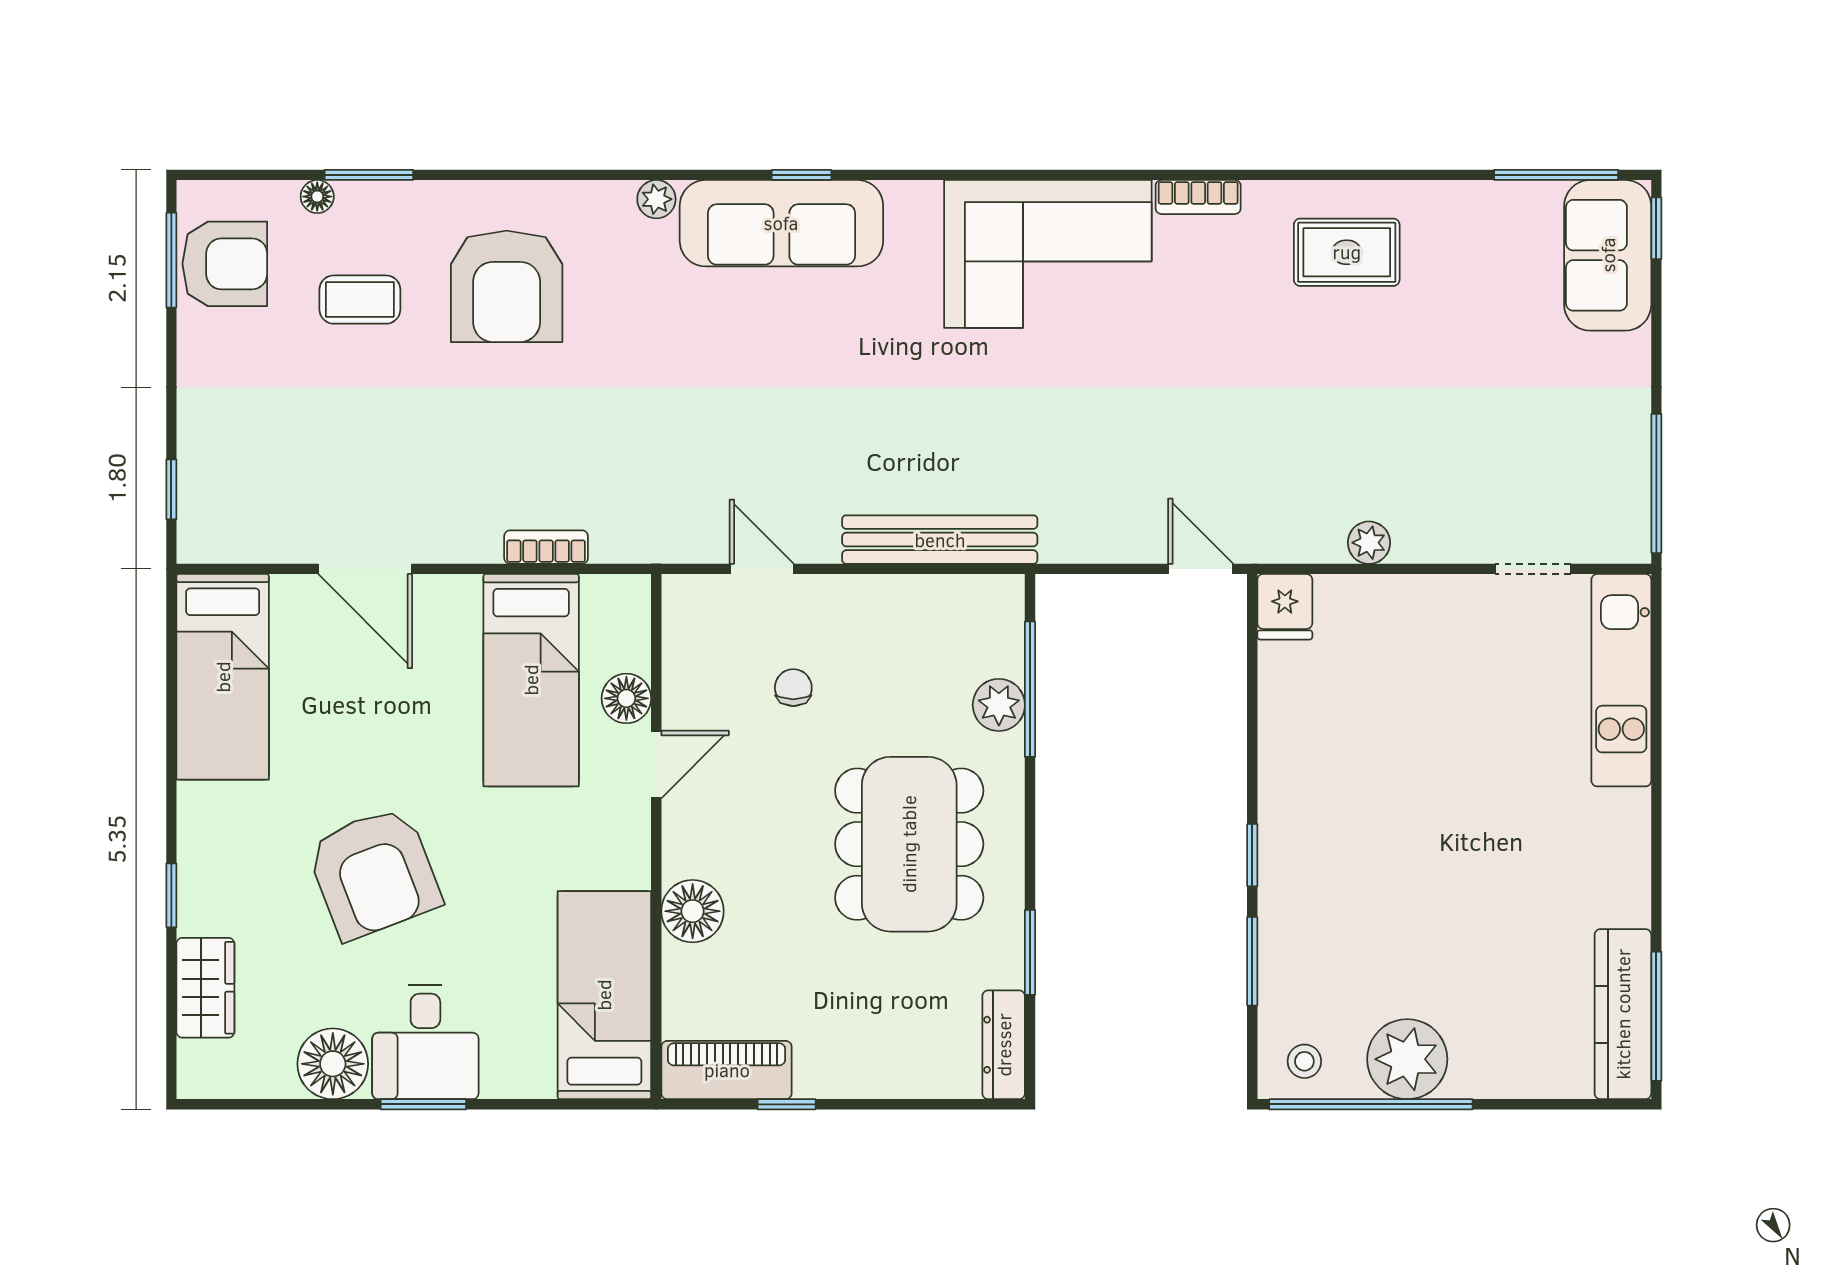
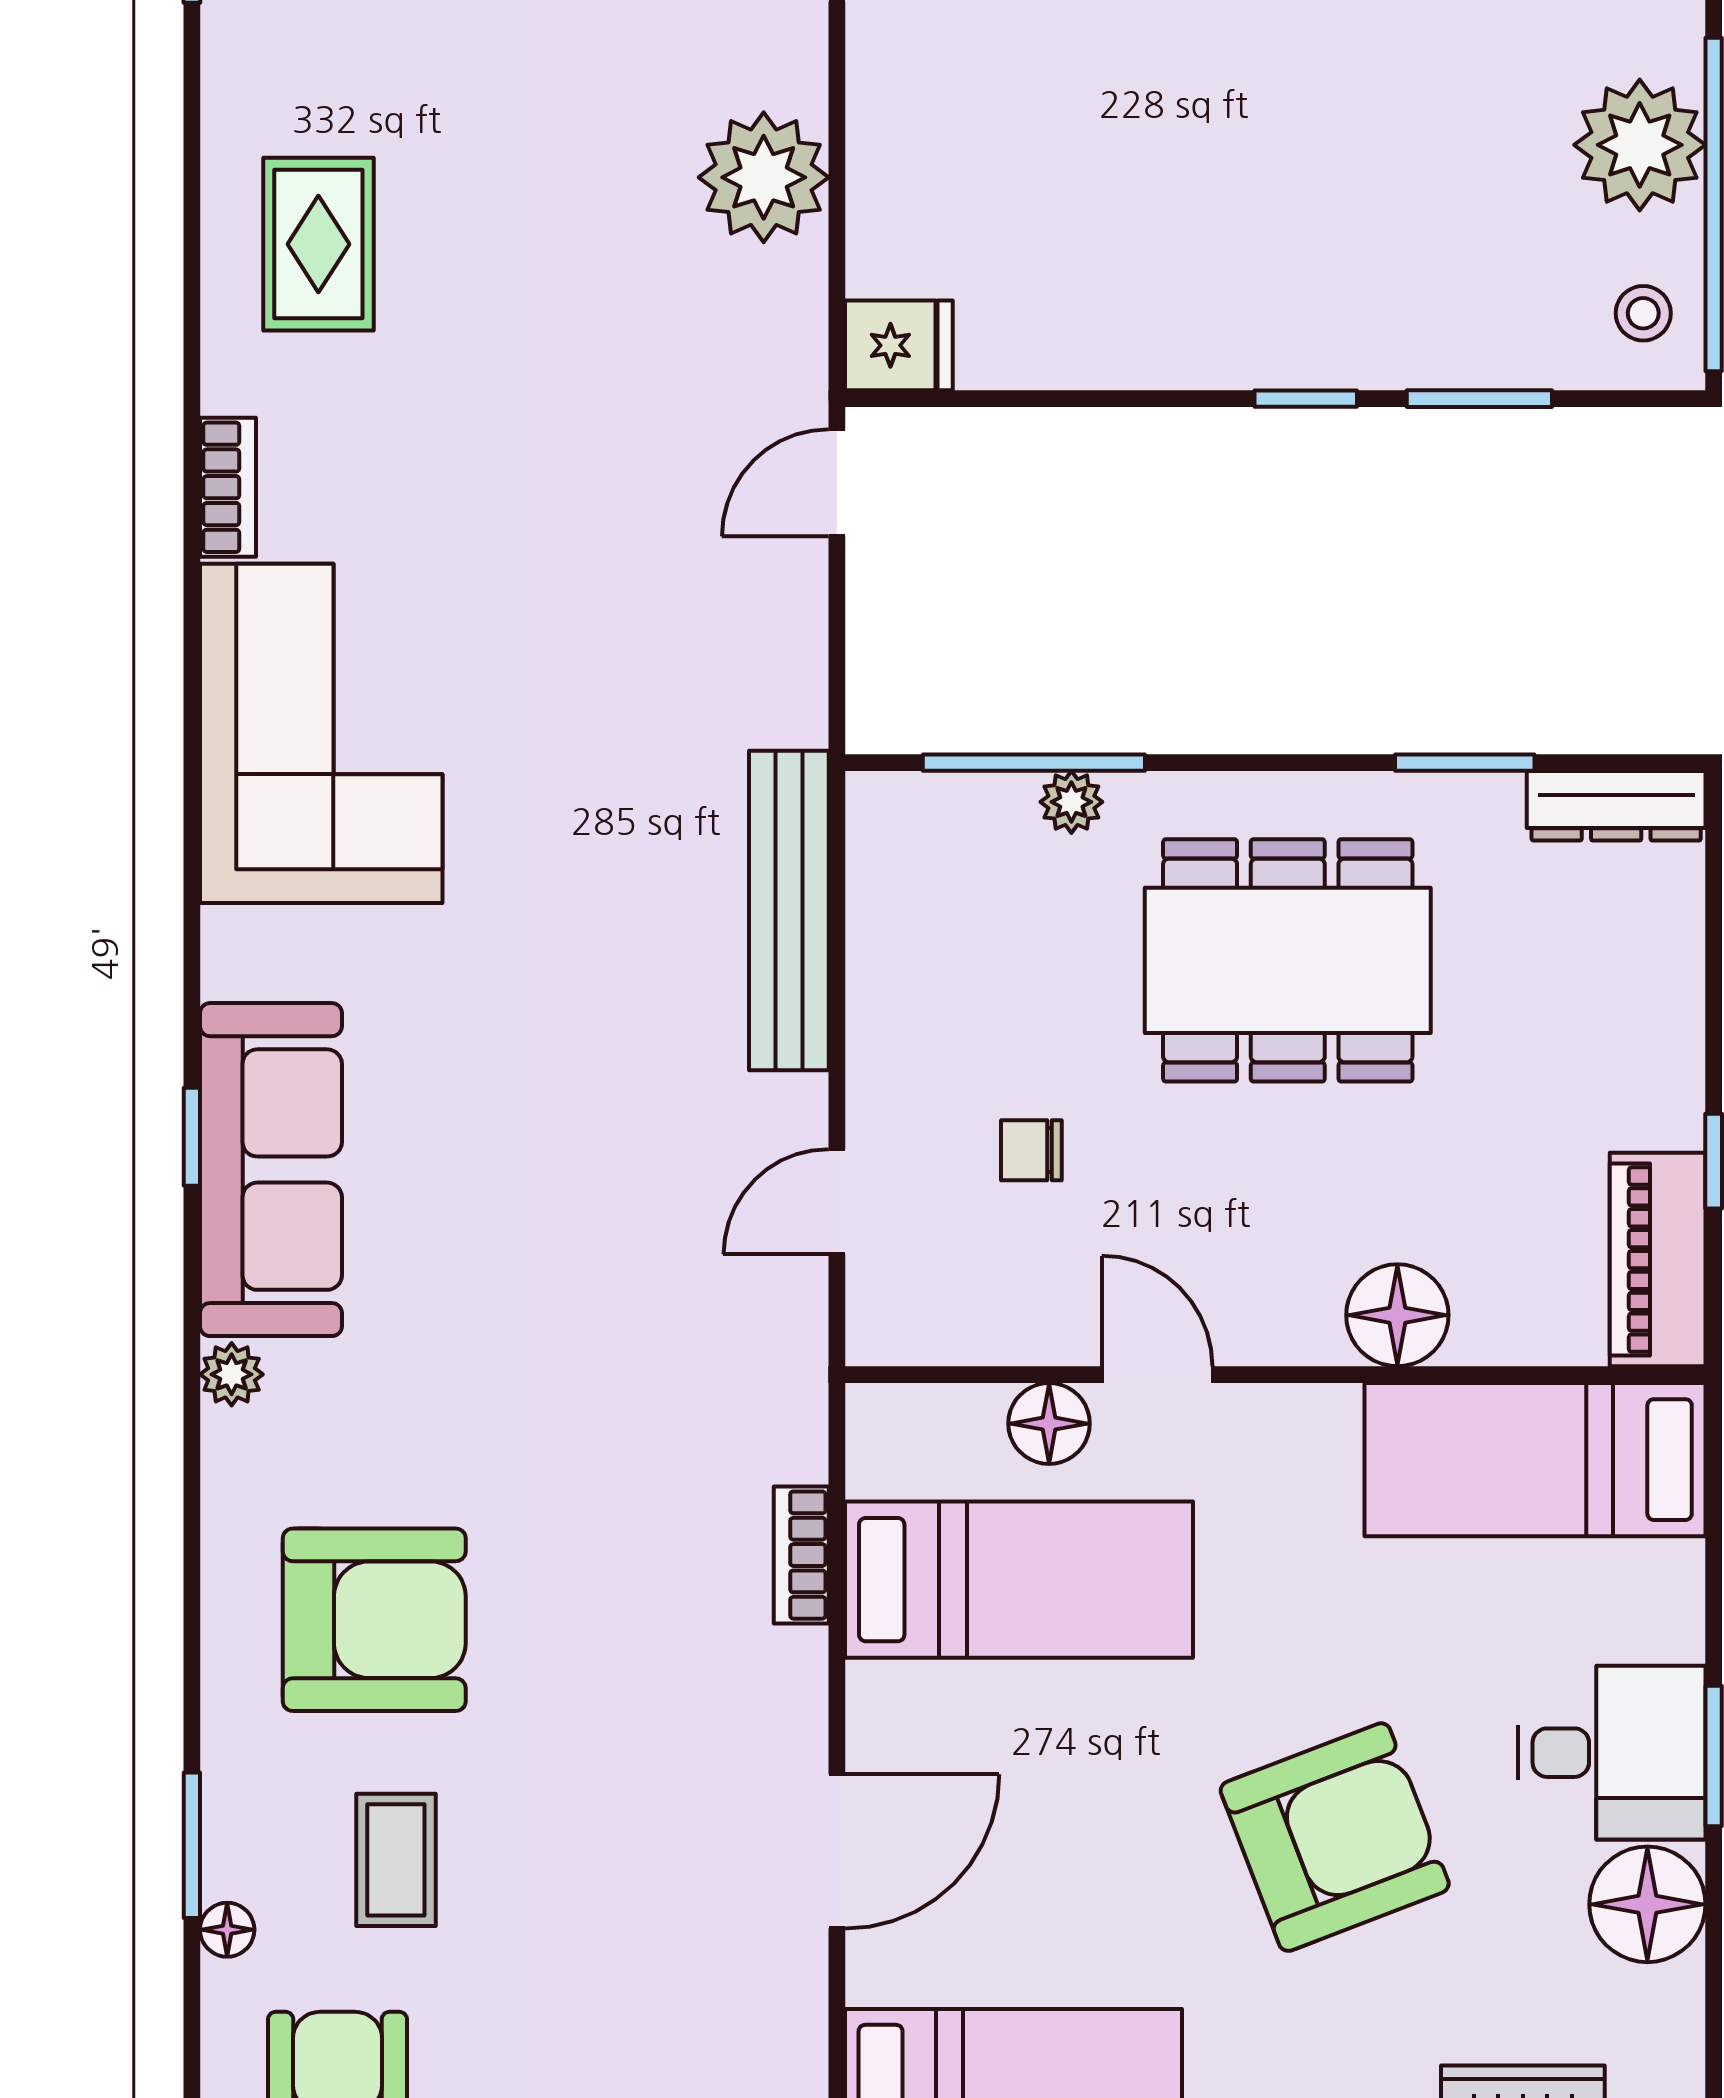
plant: (1369, 543) -> (764, 177), width x1.87, depth x1.87
plant: (999, 705) -> (1071, 802), width x0.73, depth x0.73

